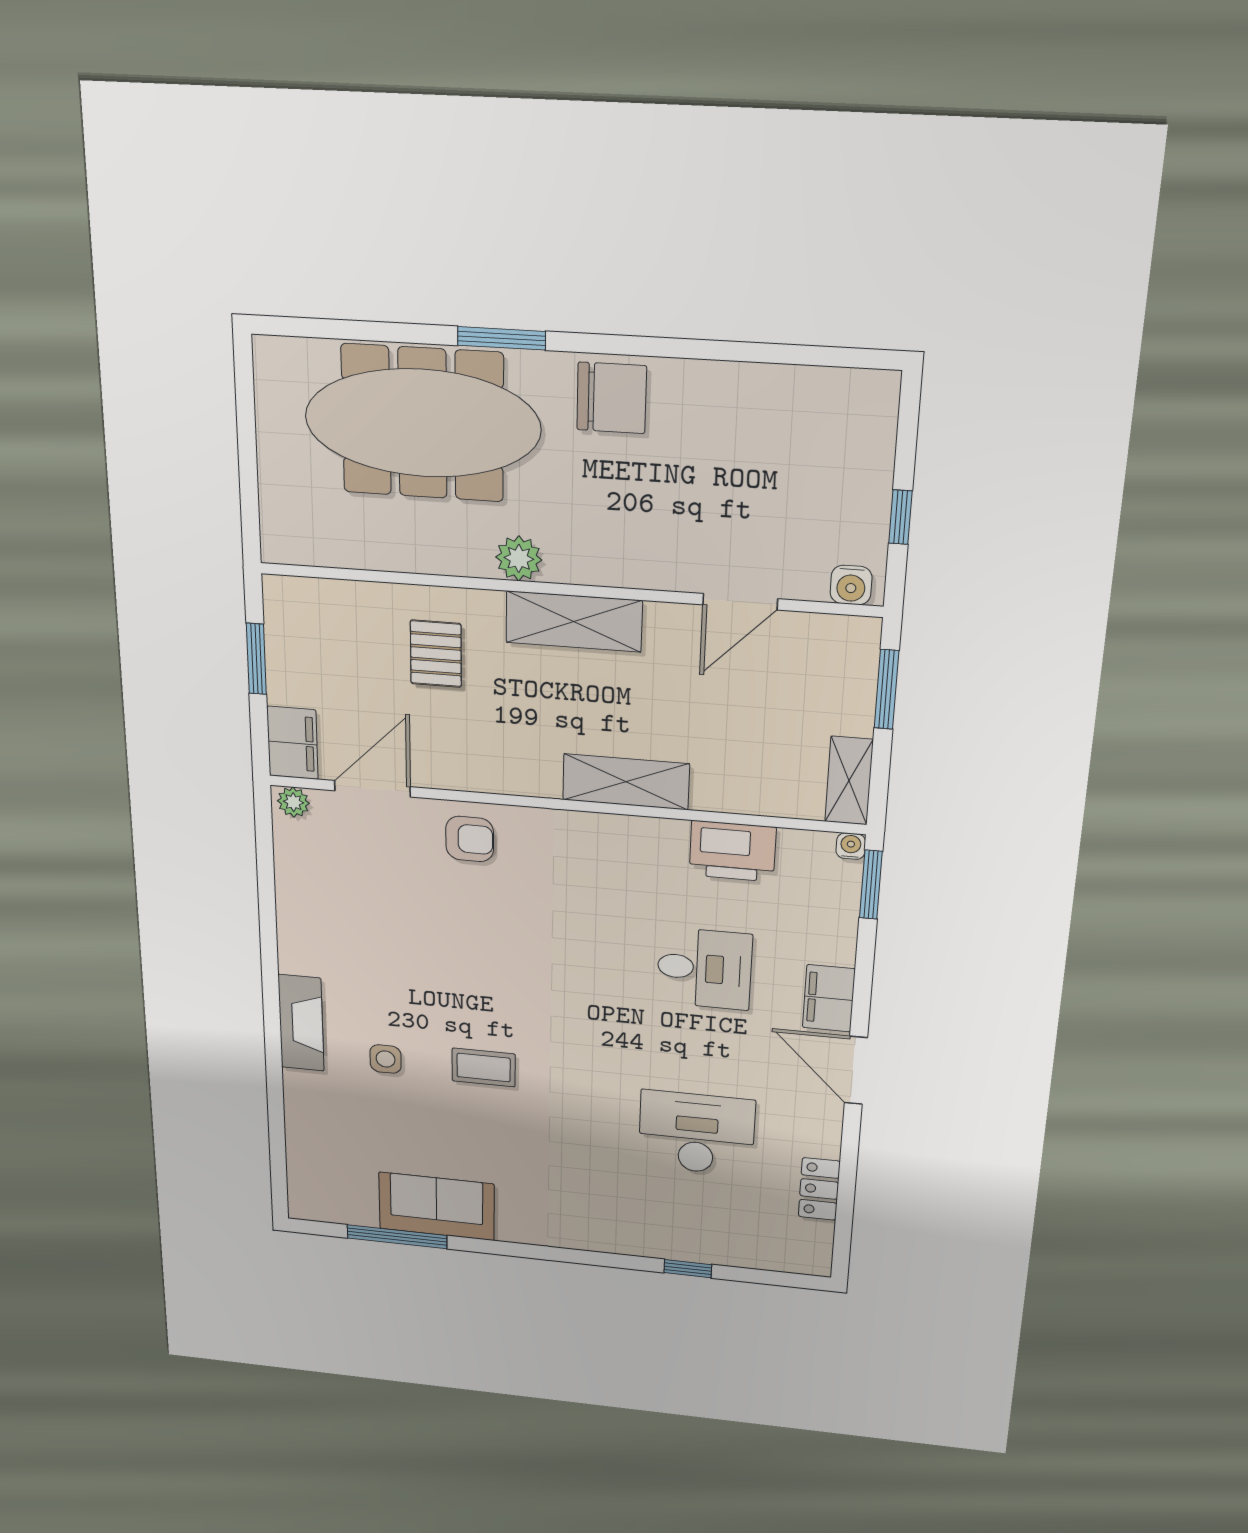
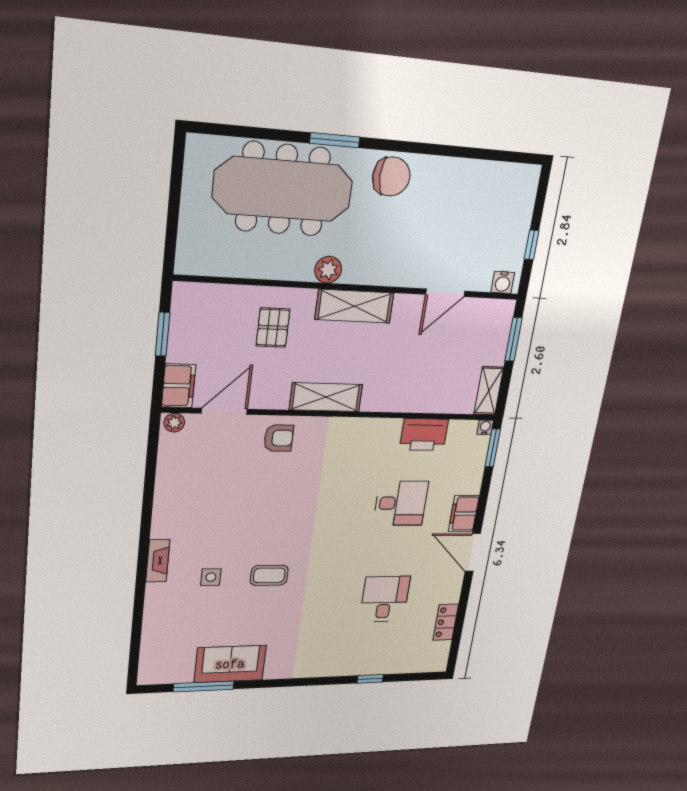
shelving: (626, 782) -> (326, 397), moved
fireplace: (301, 1023) -> (158, 561), width x0.73, depth x0.76
desk: (697, 1133) -> (385, 599), width x0.73

